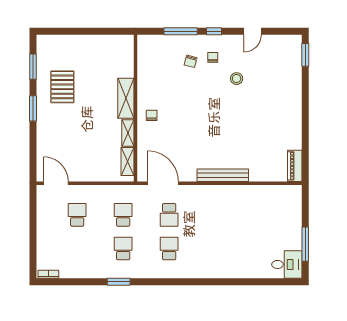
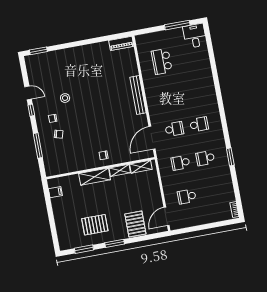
window: (214, 31) -> (31, 110), moved
filing cabinet: (115, 43) -> (55, 192), added
pallet: (54, 140) -> (135, 224), added
school desk: (261, 215) -> (162, 61), added
school desk: (169, 249) -> (199, 124), turned 180

